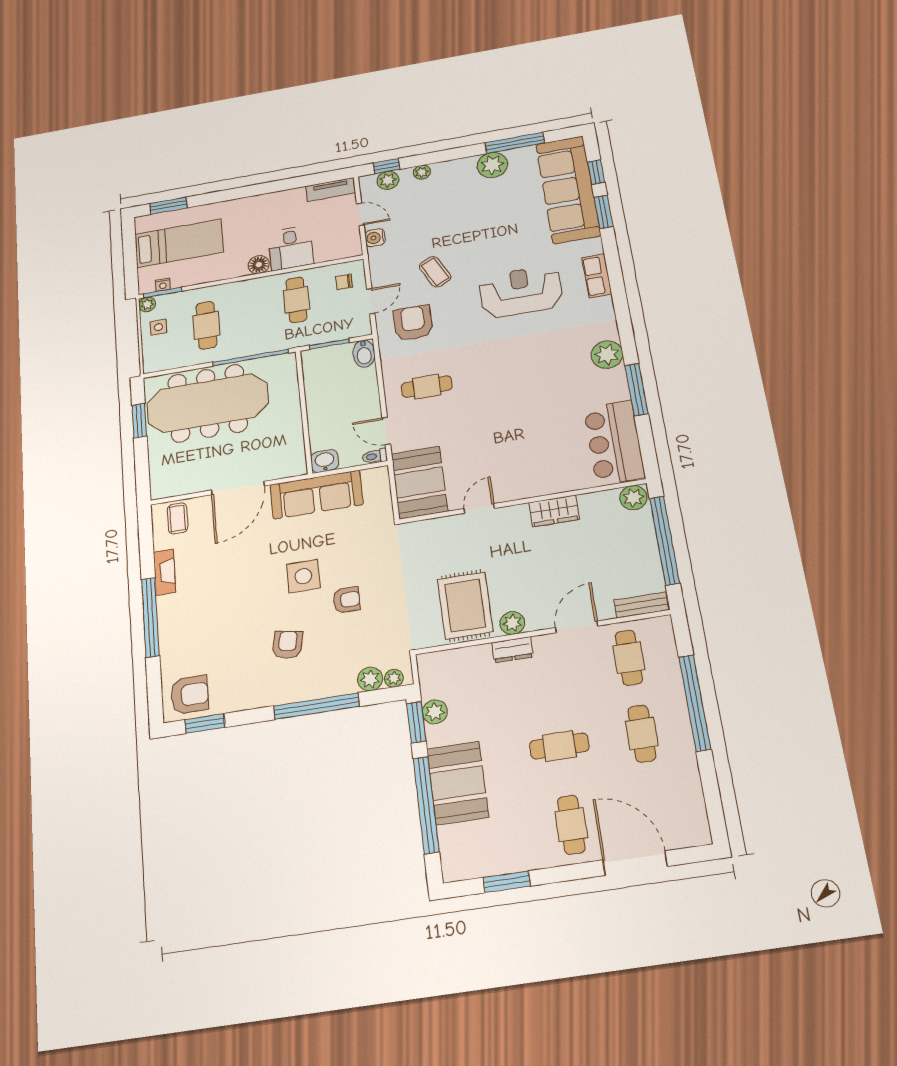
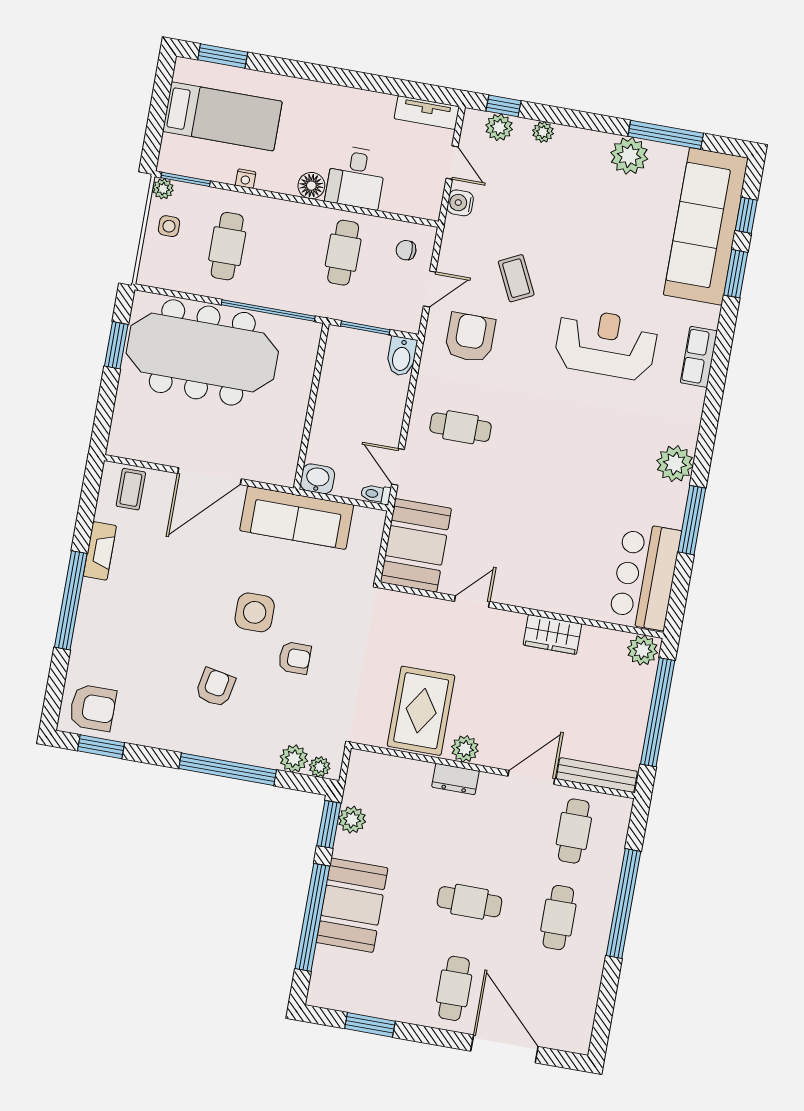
nightstand: (163, 285) -> (246, 179), moved
bench: (641, 605) -> (597, 775), width x1.36

